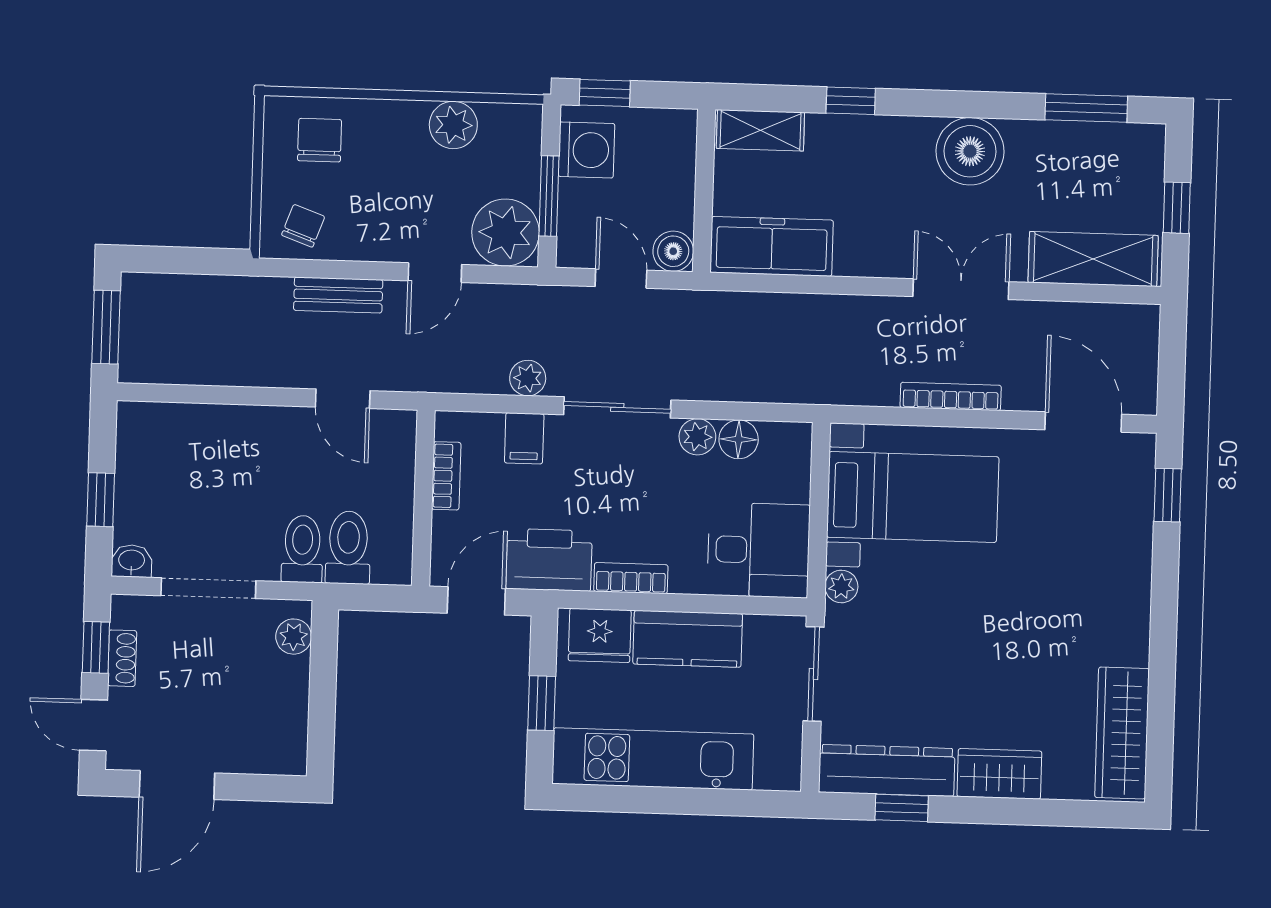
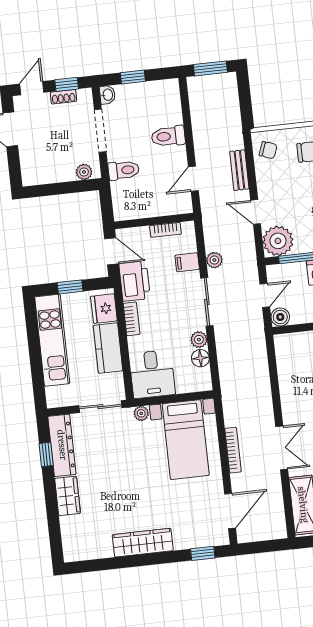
freezer: (772, 246) -> (289, 361), removed
toilet: (348, 548) -> (168, 136), moved, turned 180
wardrobe: (1122, 733) -> (143, 543), moved

